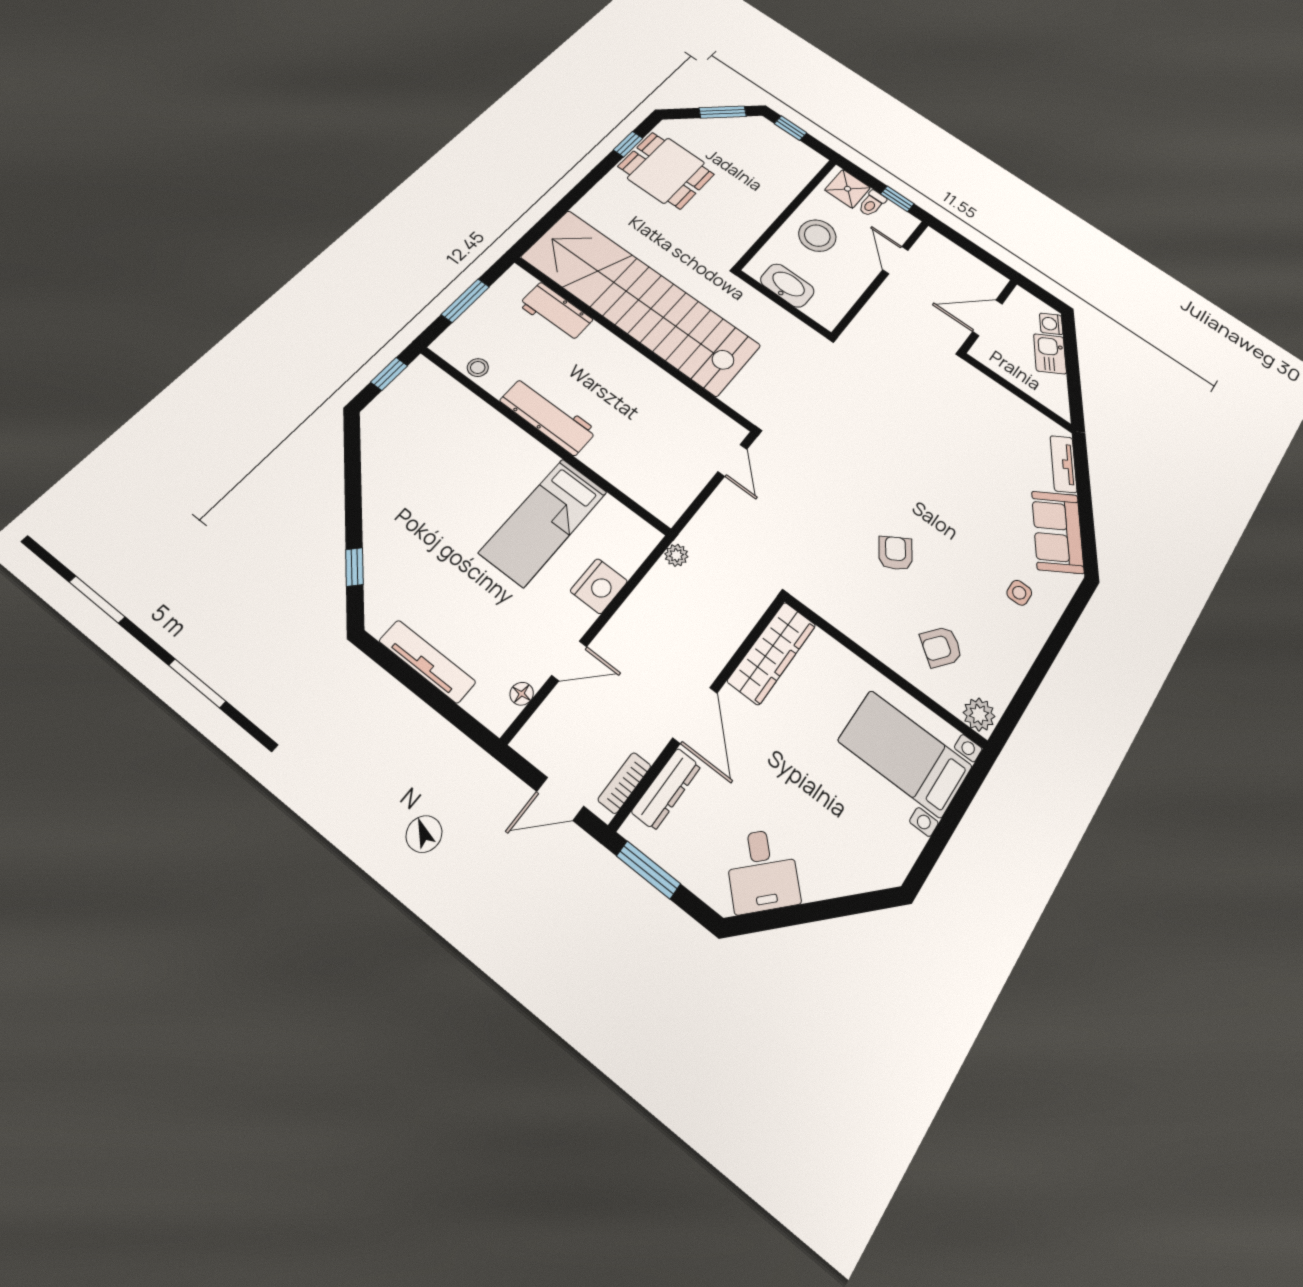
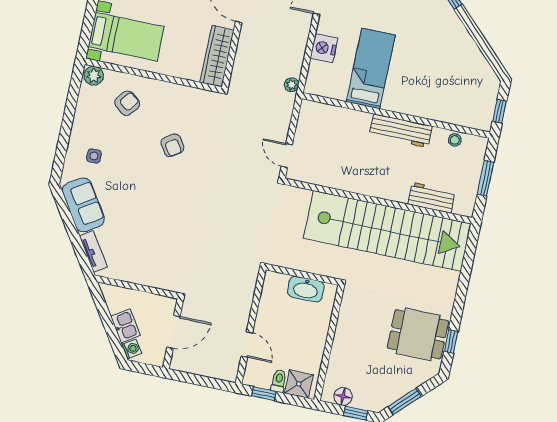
floor lamp: (798, 151) -> (343, 396), added
stool: (817, 236) -> (303, 336), removed

